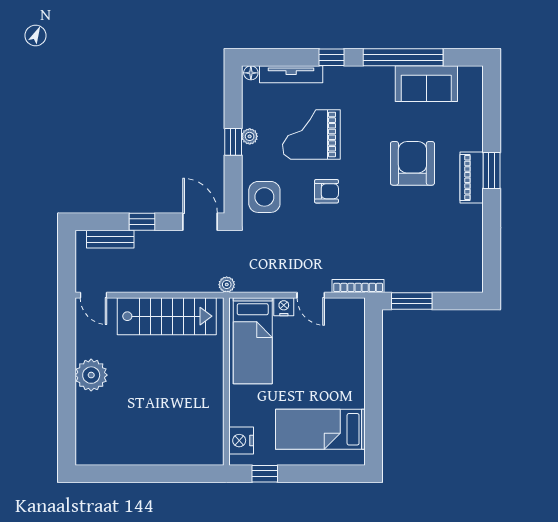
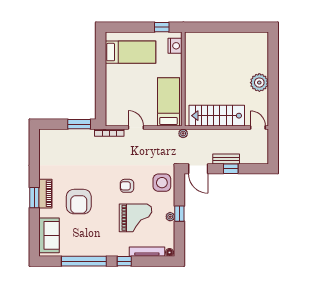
sofa: (426, 84) -> (49, 235), moved, turned 90
bench: (110, 239) -> (226, 159), moved
nightstand: (284, 307) -> (151, 121), removed

